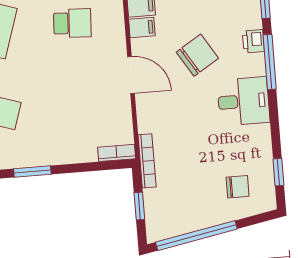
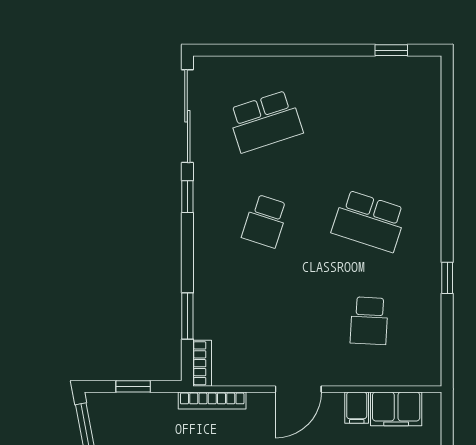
bookcase: (147, 161) -> (212, 401), moved
window: (32, 171) -> (187, 316), moved

